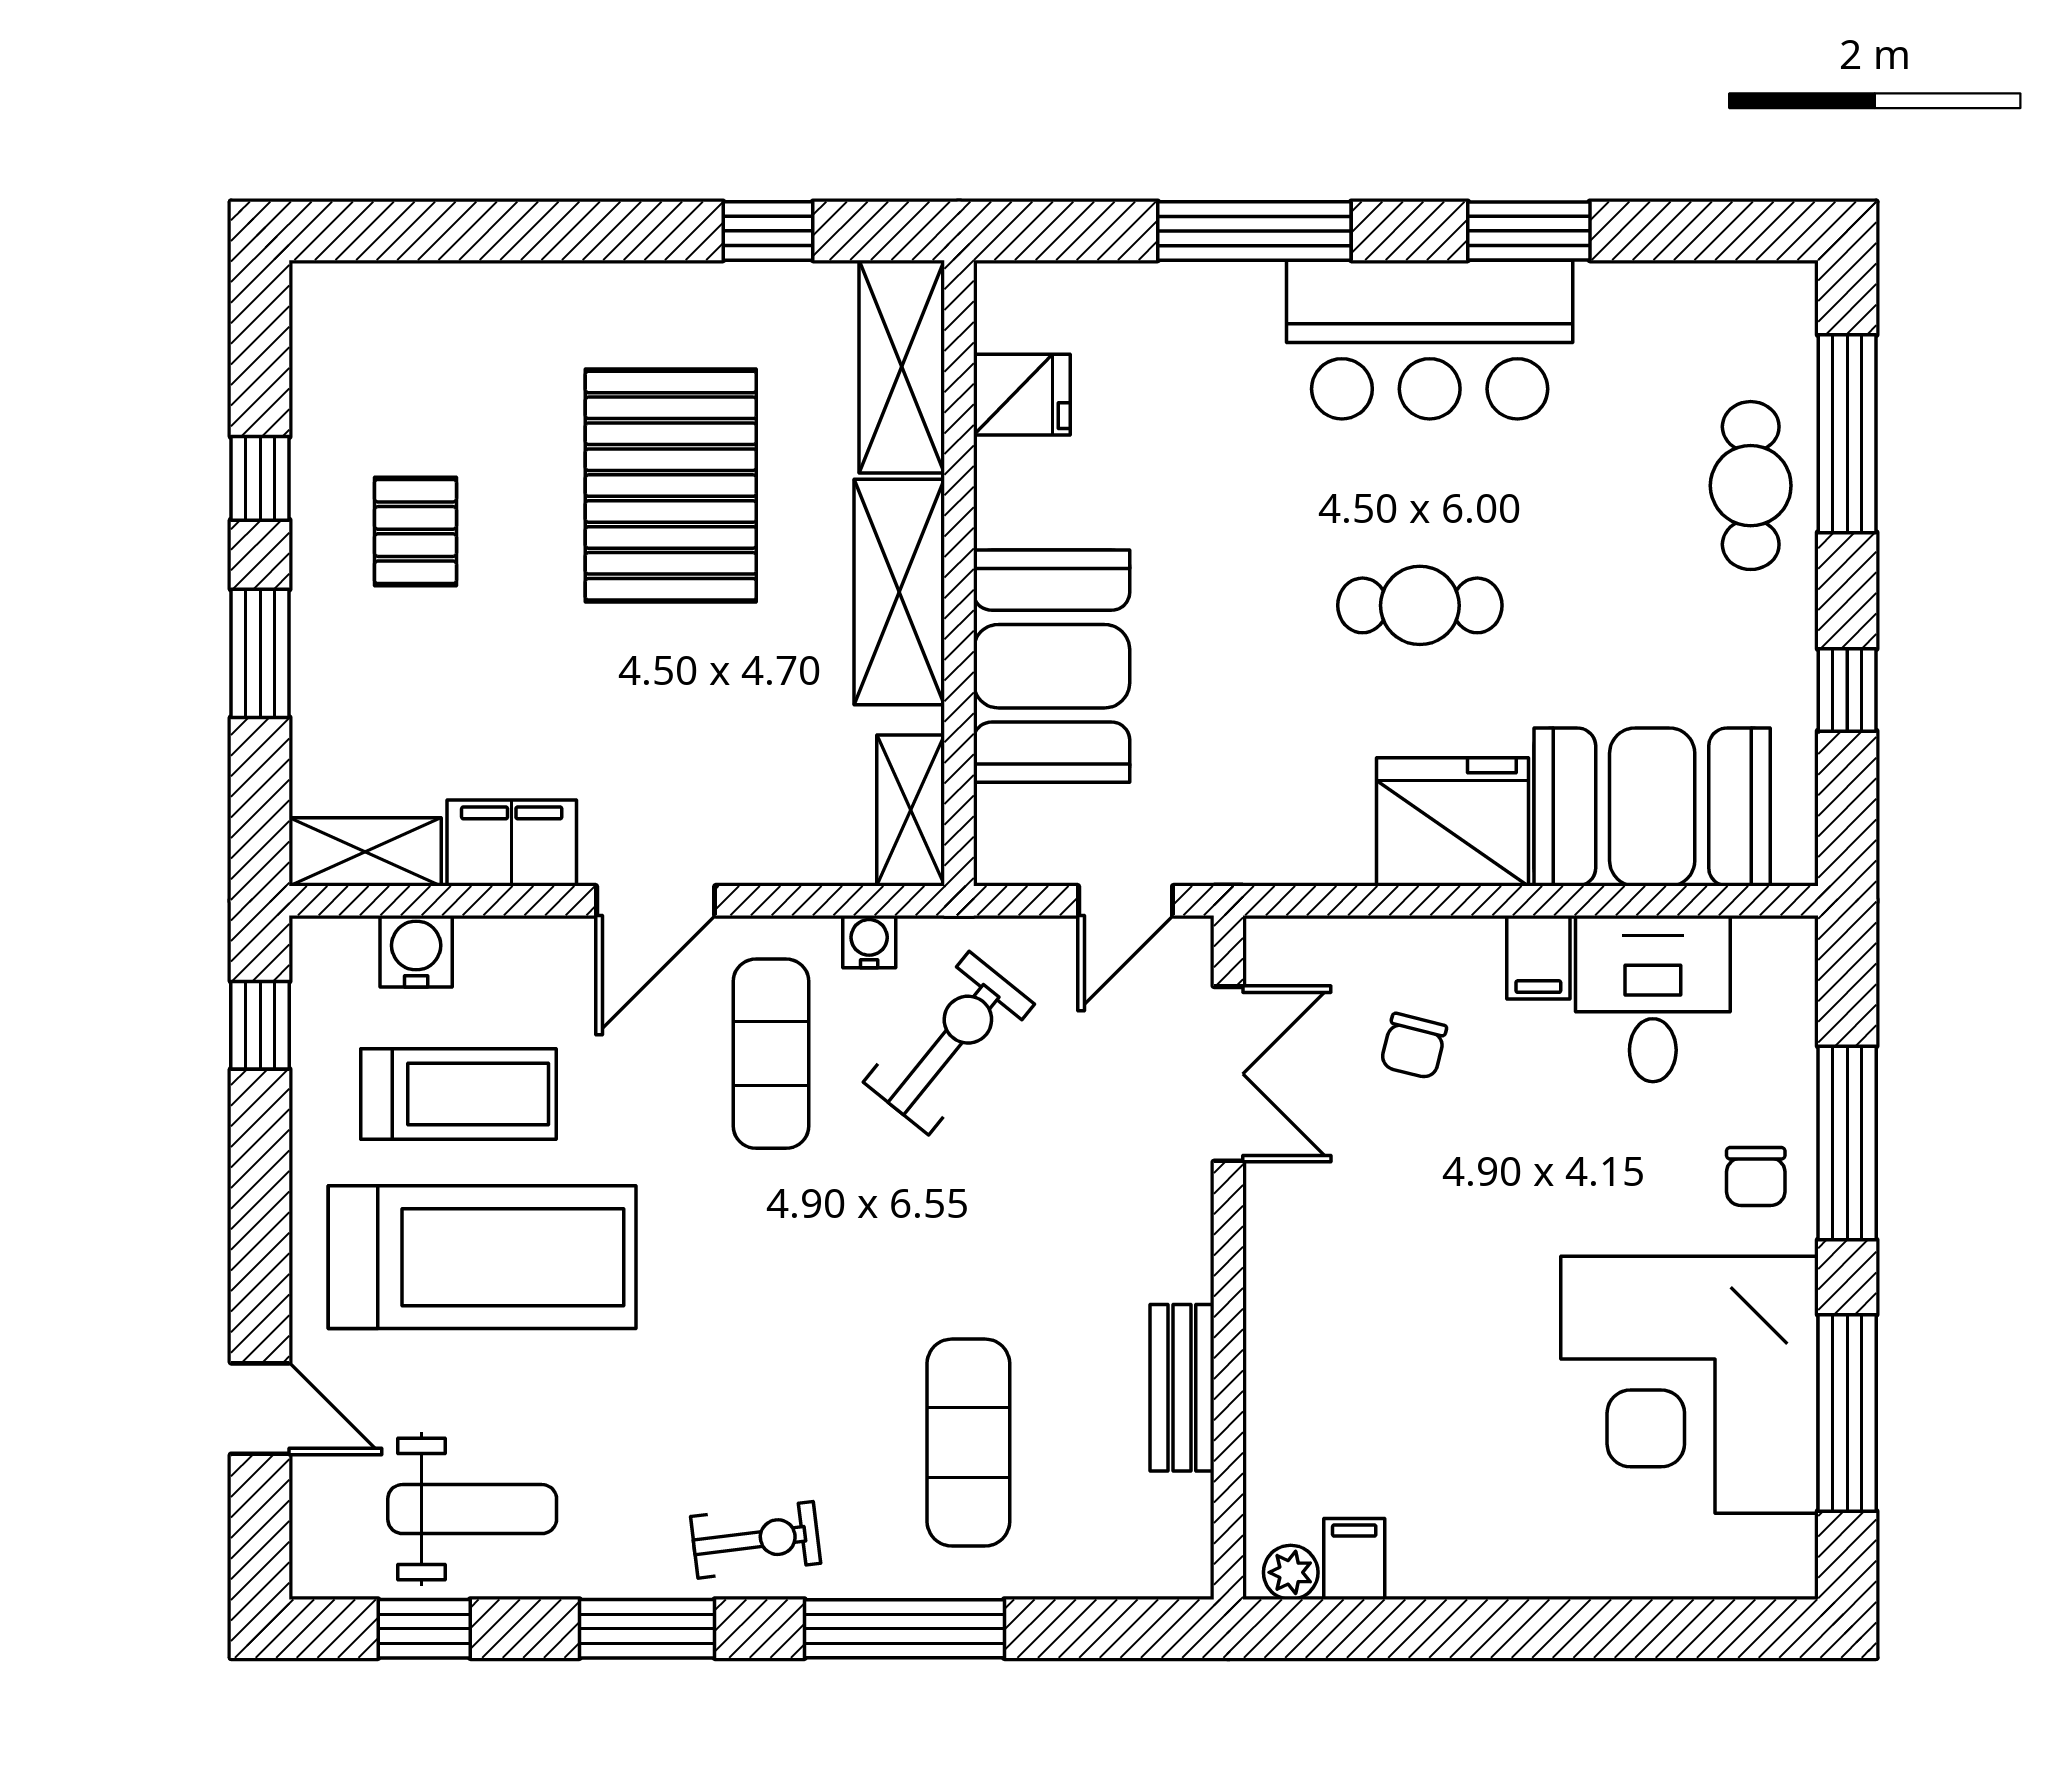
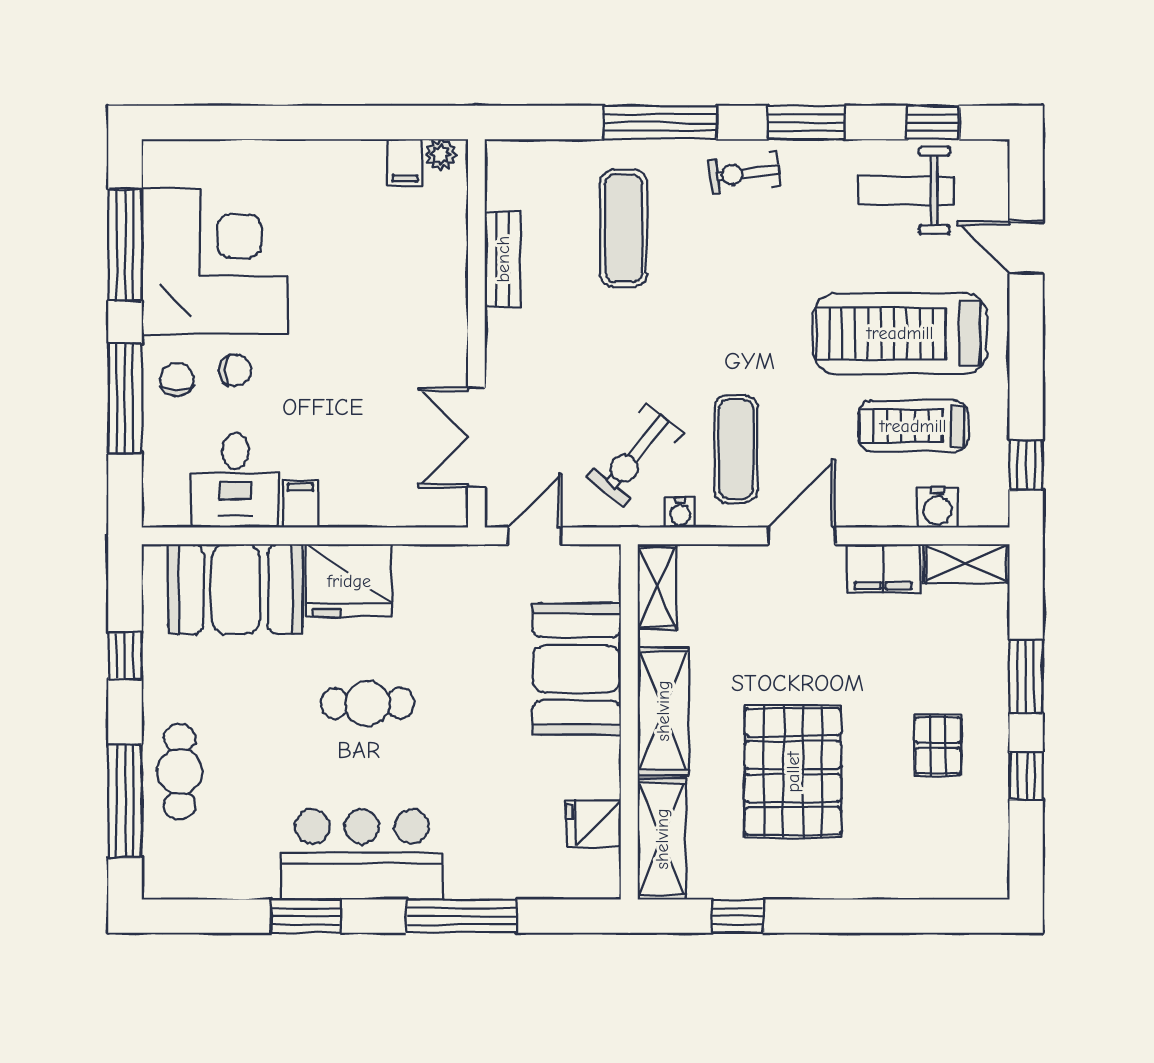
chair: (1414, 1046) -> (235, 370), moved, turned 76

